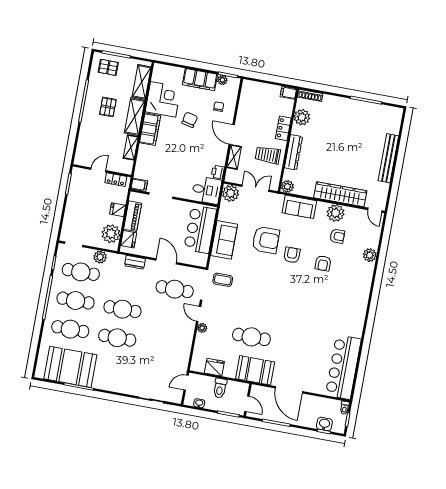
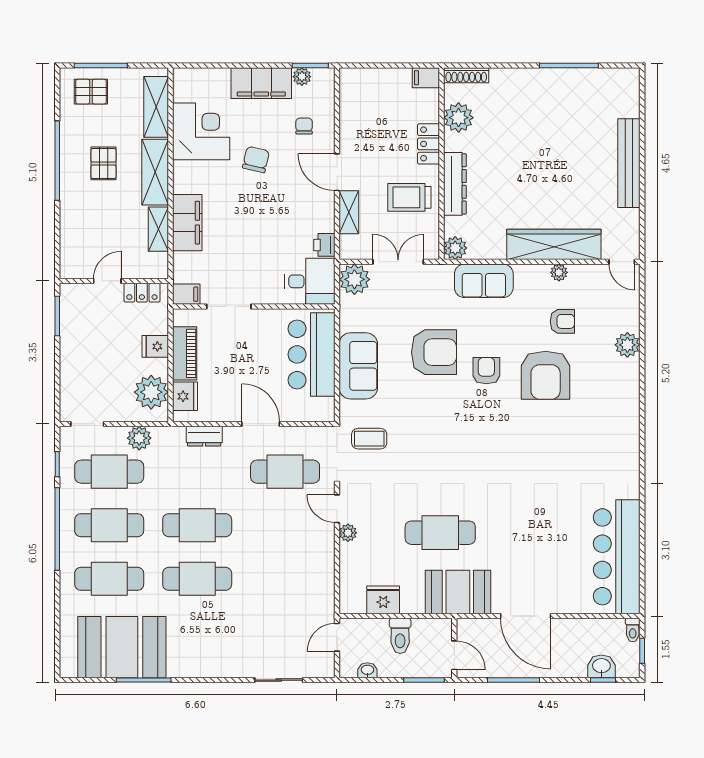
filing cabinet: (150, 129) -> (187, 223), moved
plant: (336, 213) -> (559, 272), width x0.53, depth x0.53
armchair: (323, 263) -> (546, 375), width x1.88, depth x1.88

